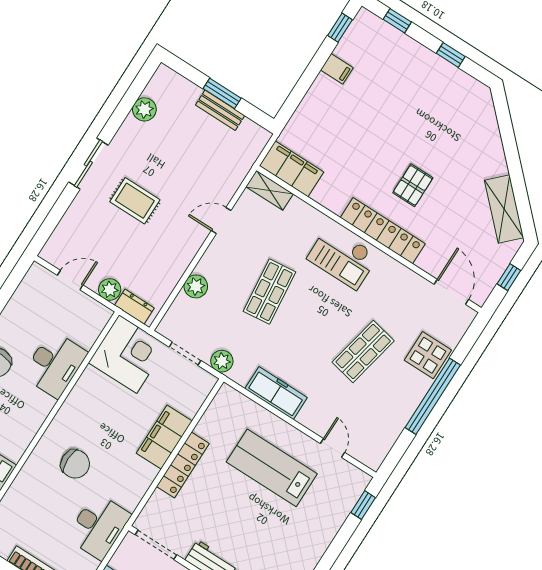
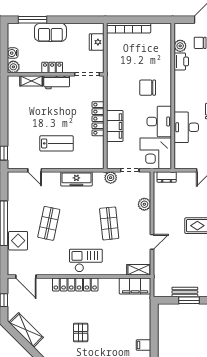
pallet: (413, 185) -> (81, 332), moved
plant: (110, 289) -> (183, 178), removed
lab bench: (272, 468) -> (57, 143), width x0.73, depth x0.72
desk: (99, 526) -> (159, 122), moved, turned 180

